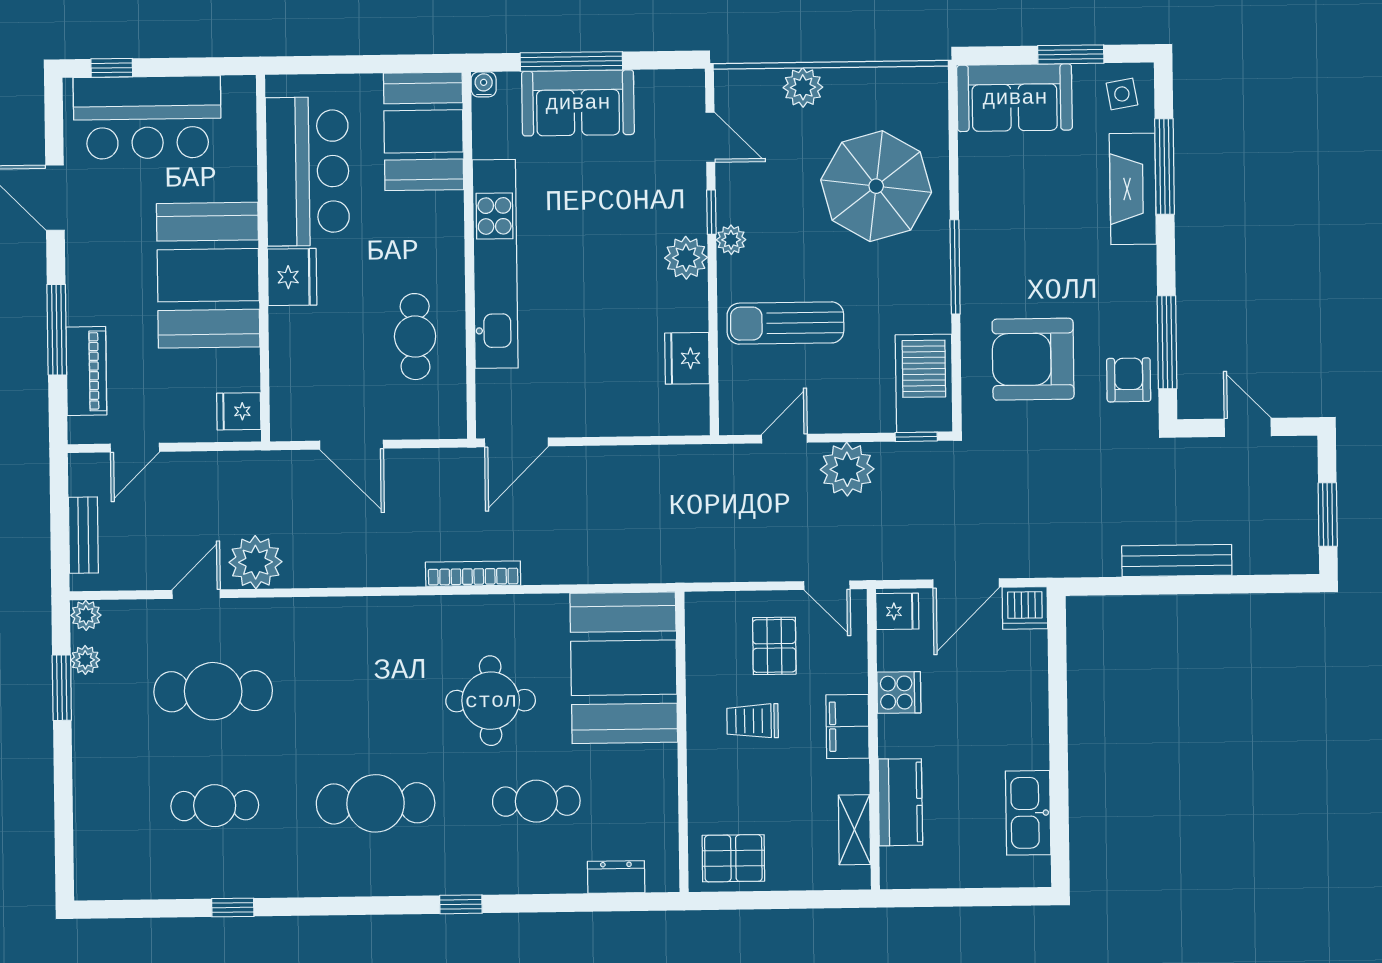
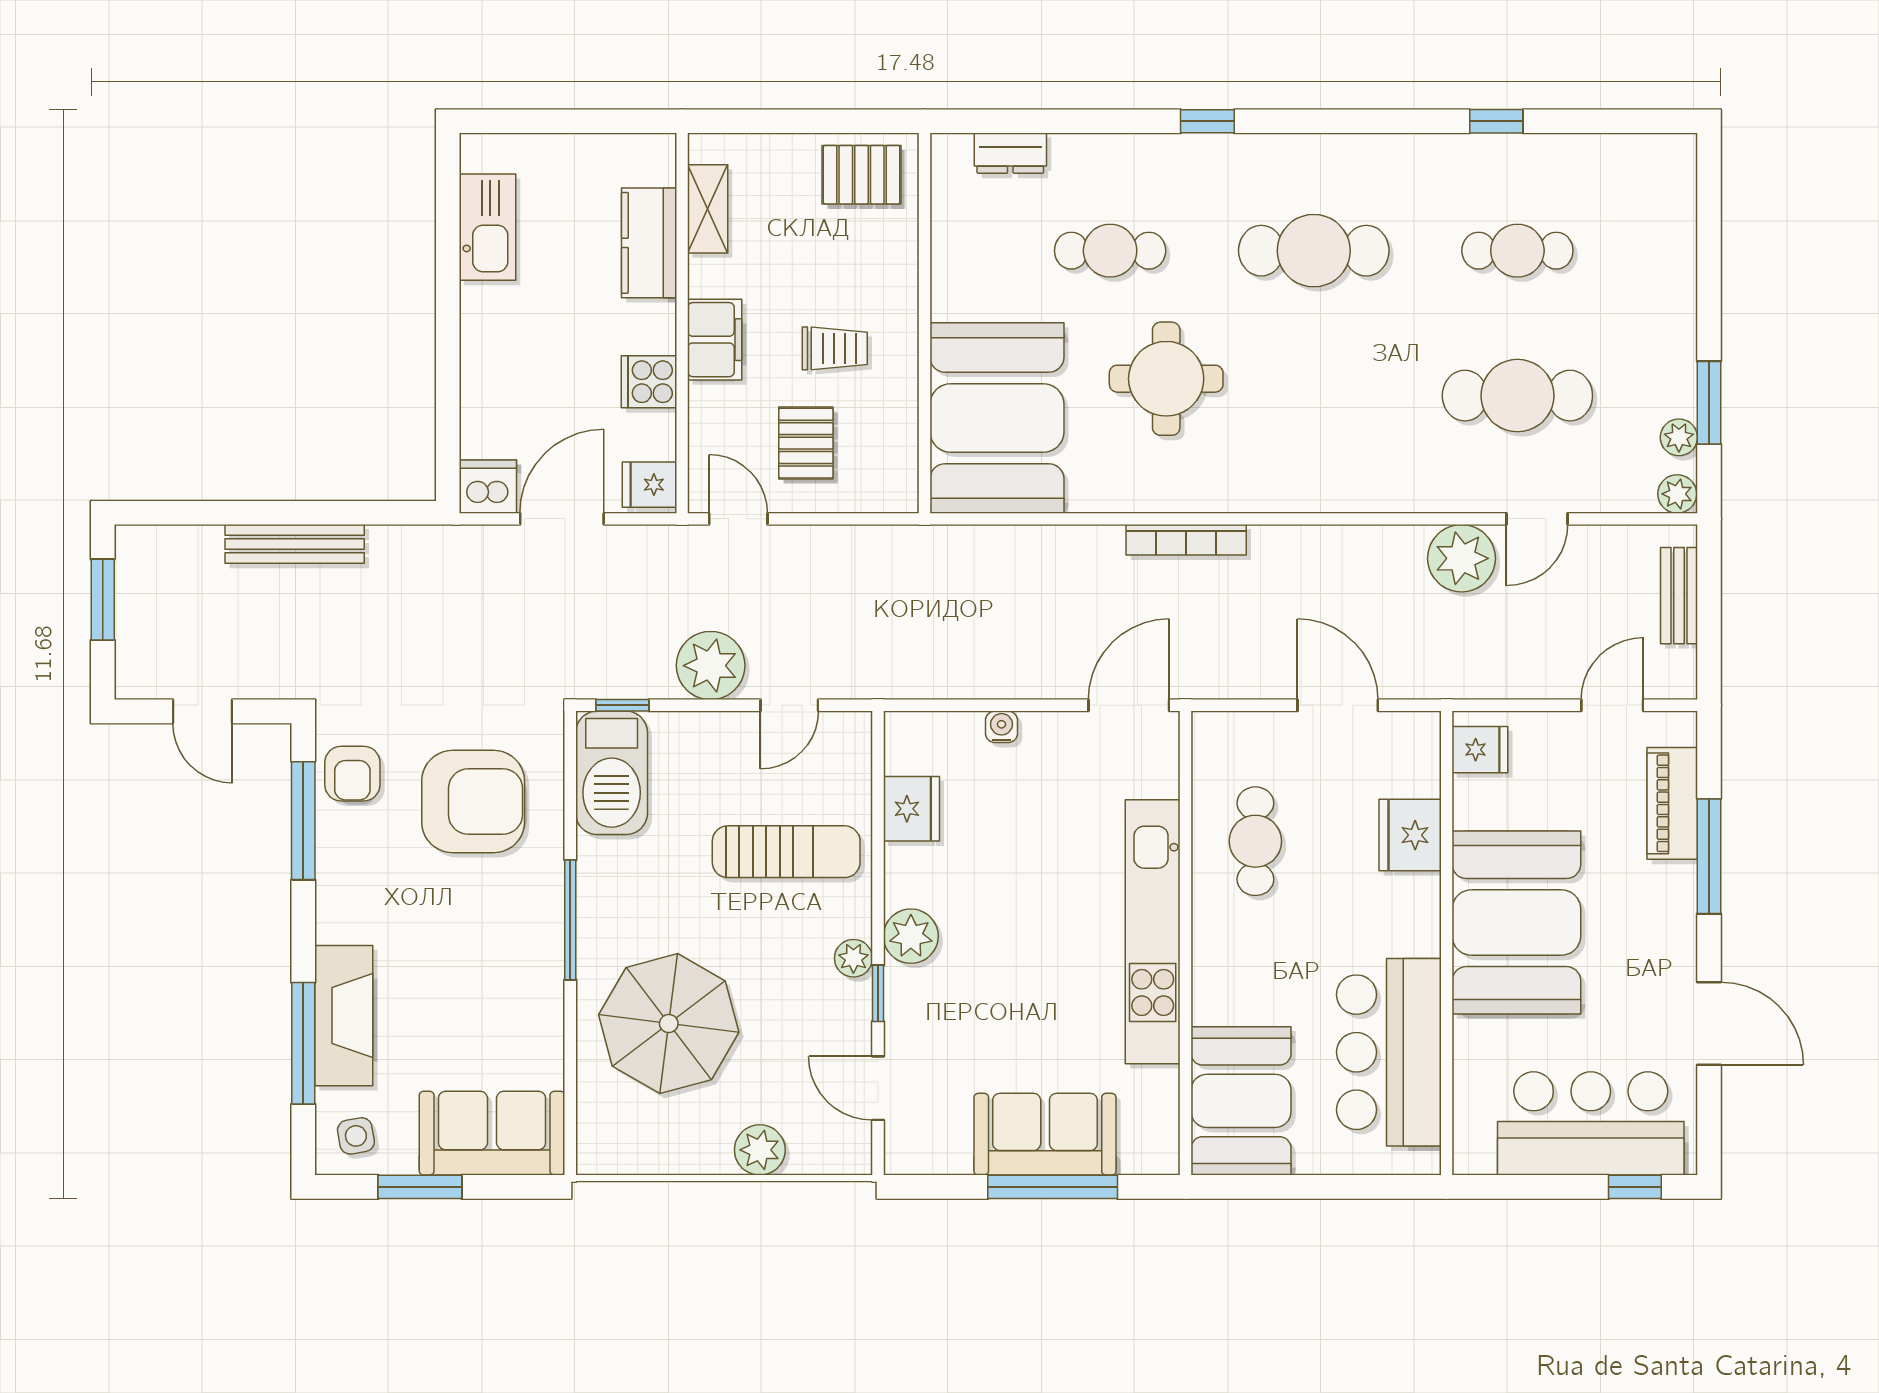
water cooler: (484, 84) -> (1001, 727), moved, turned 180
fridge: (292, 277) -> (1410, 835), moved

